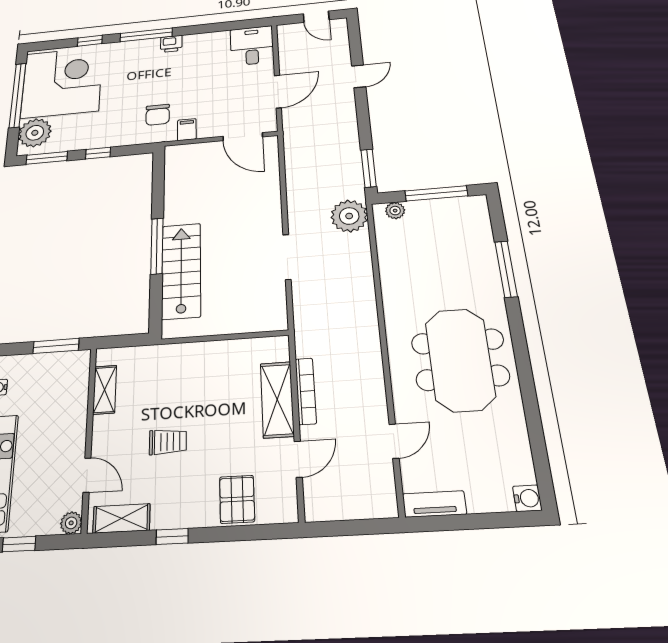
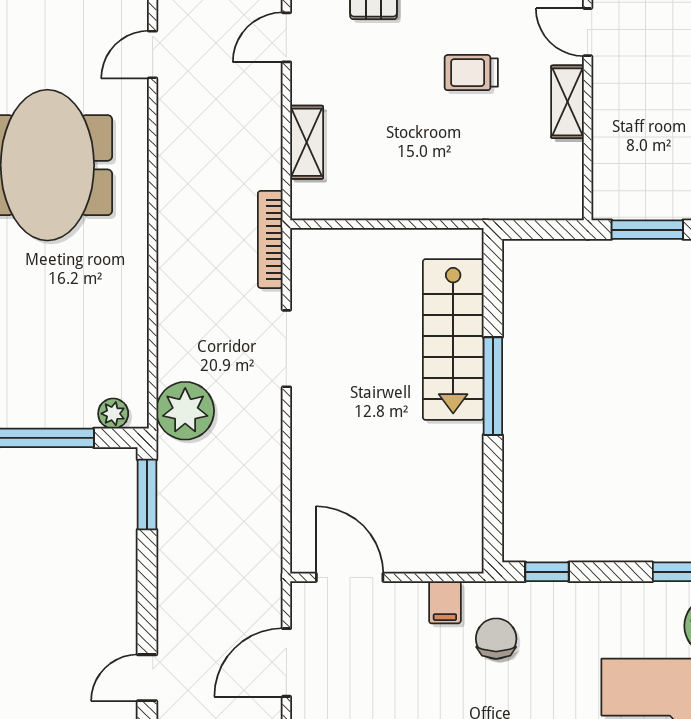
window: (98, 153) -> (547, 572), moved
shelving: (105, 390) -> (568, 102), moved
bookcase: (306, 391) -> (270, 239), moved
shelving: (277, 399) -> (307, 142), width x0.67, depth x0.75

